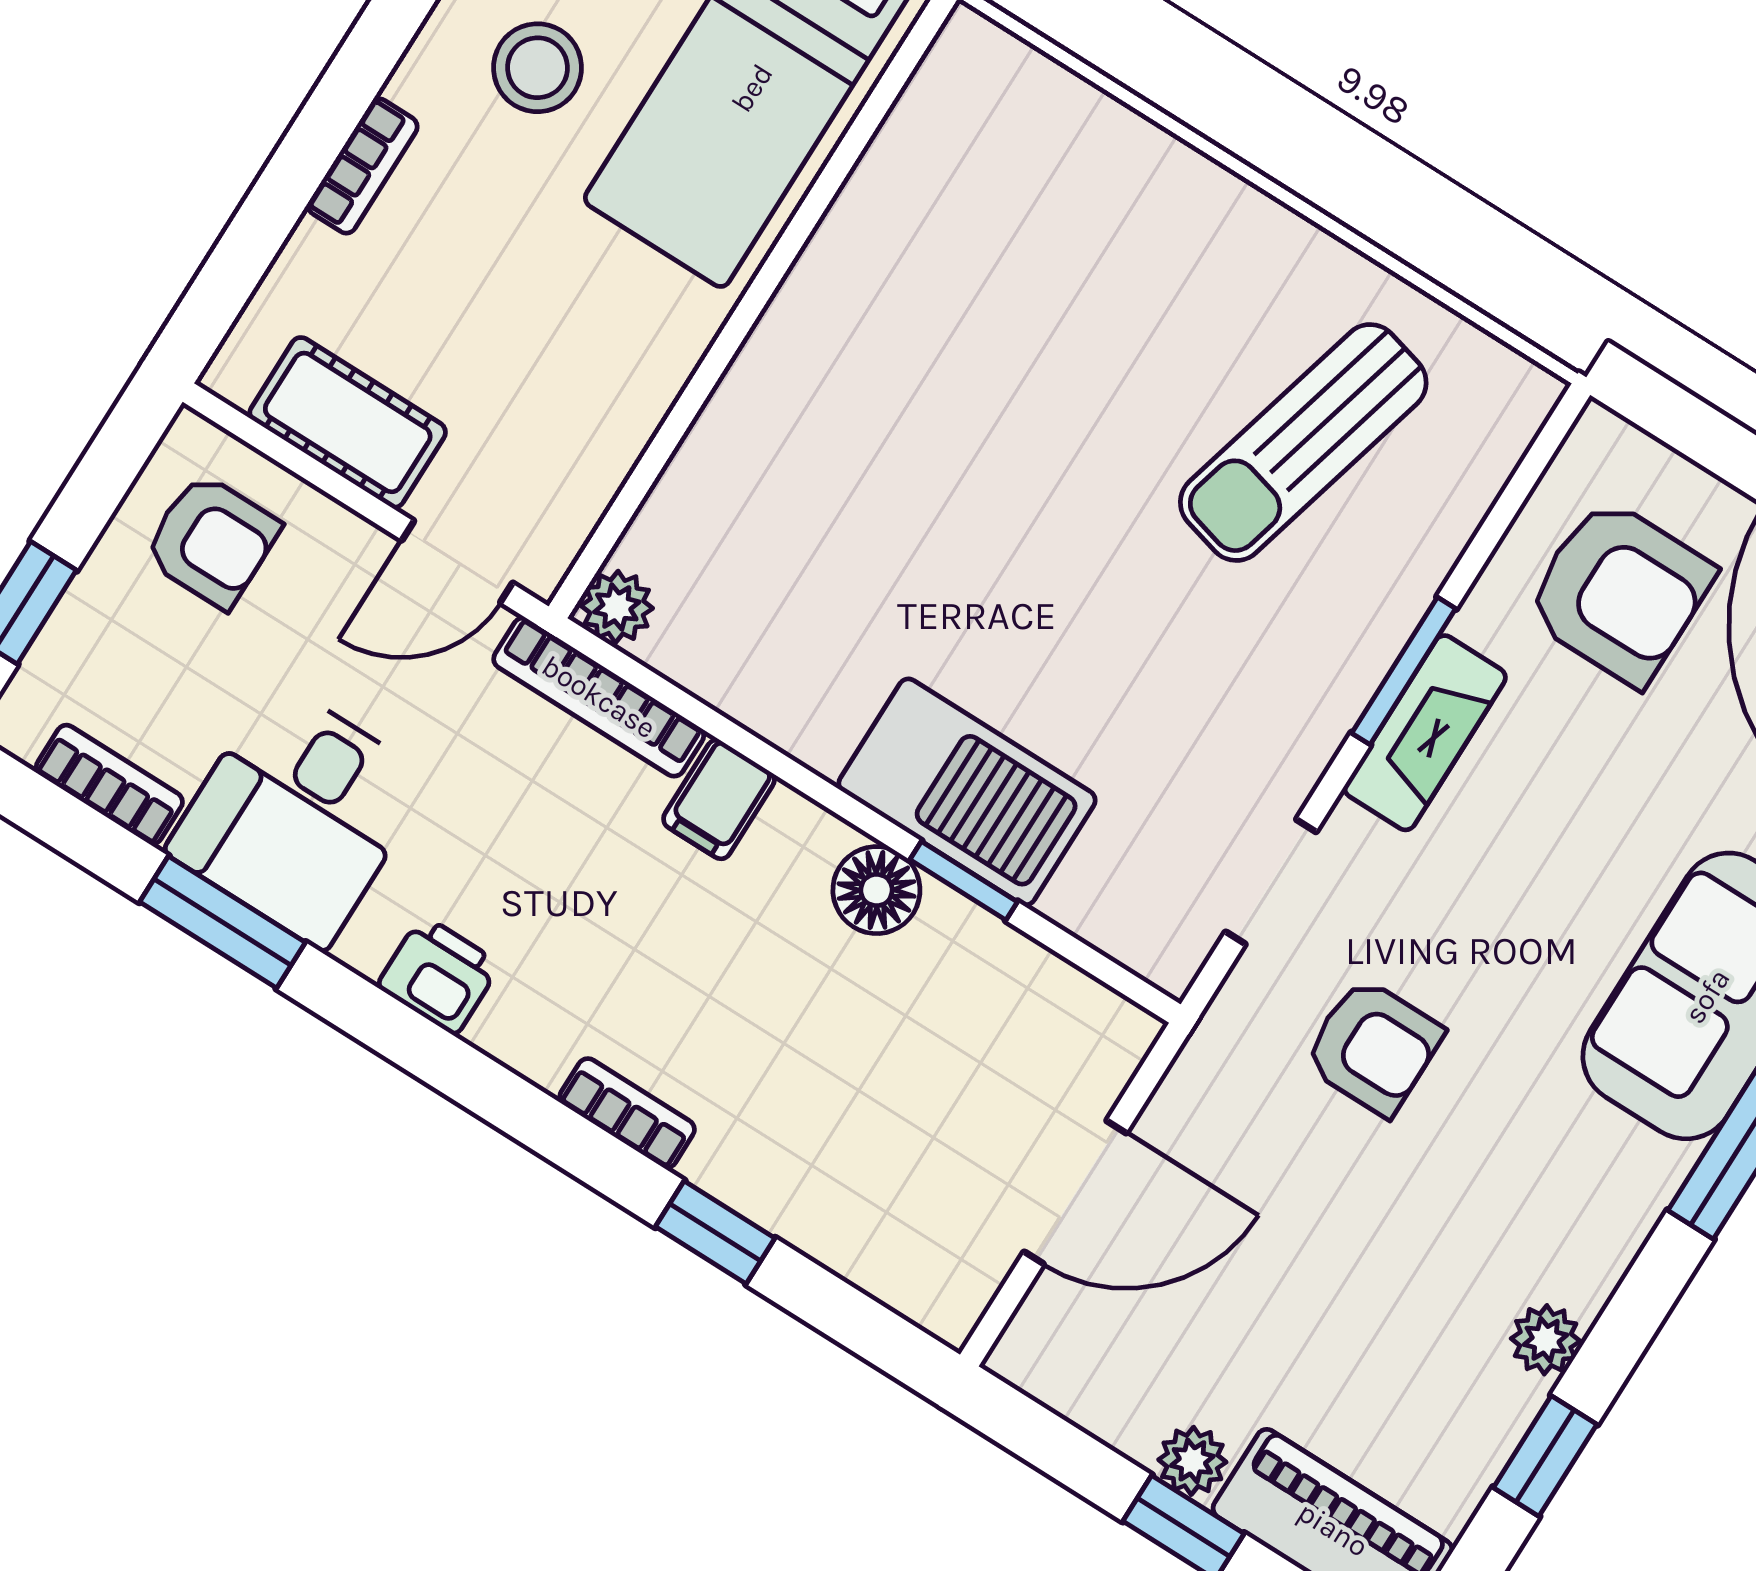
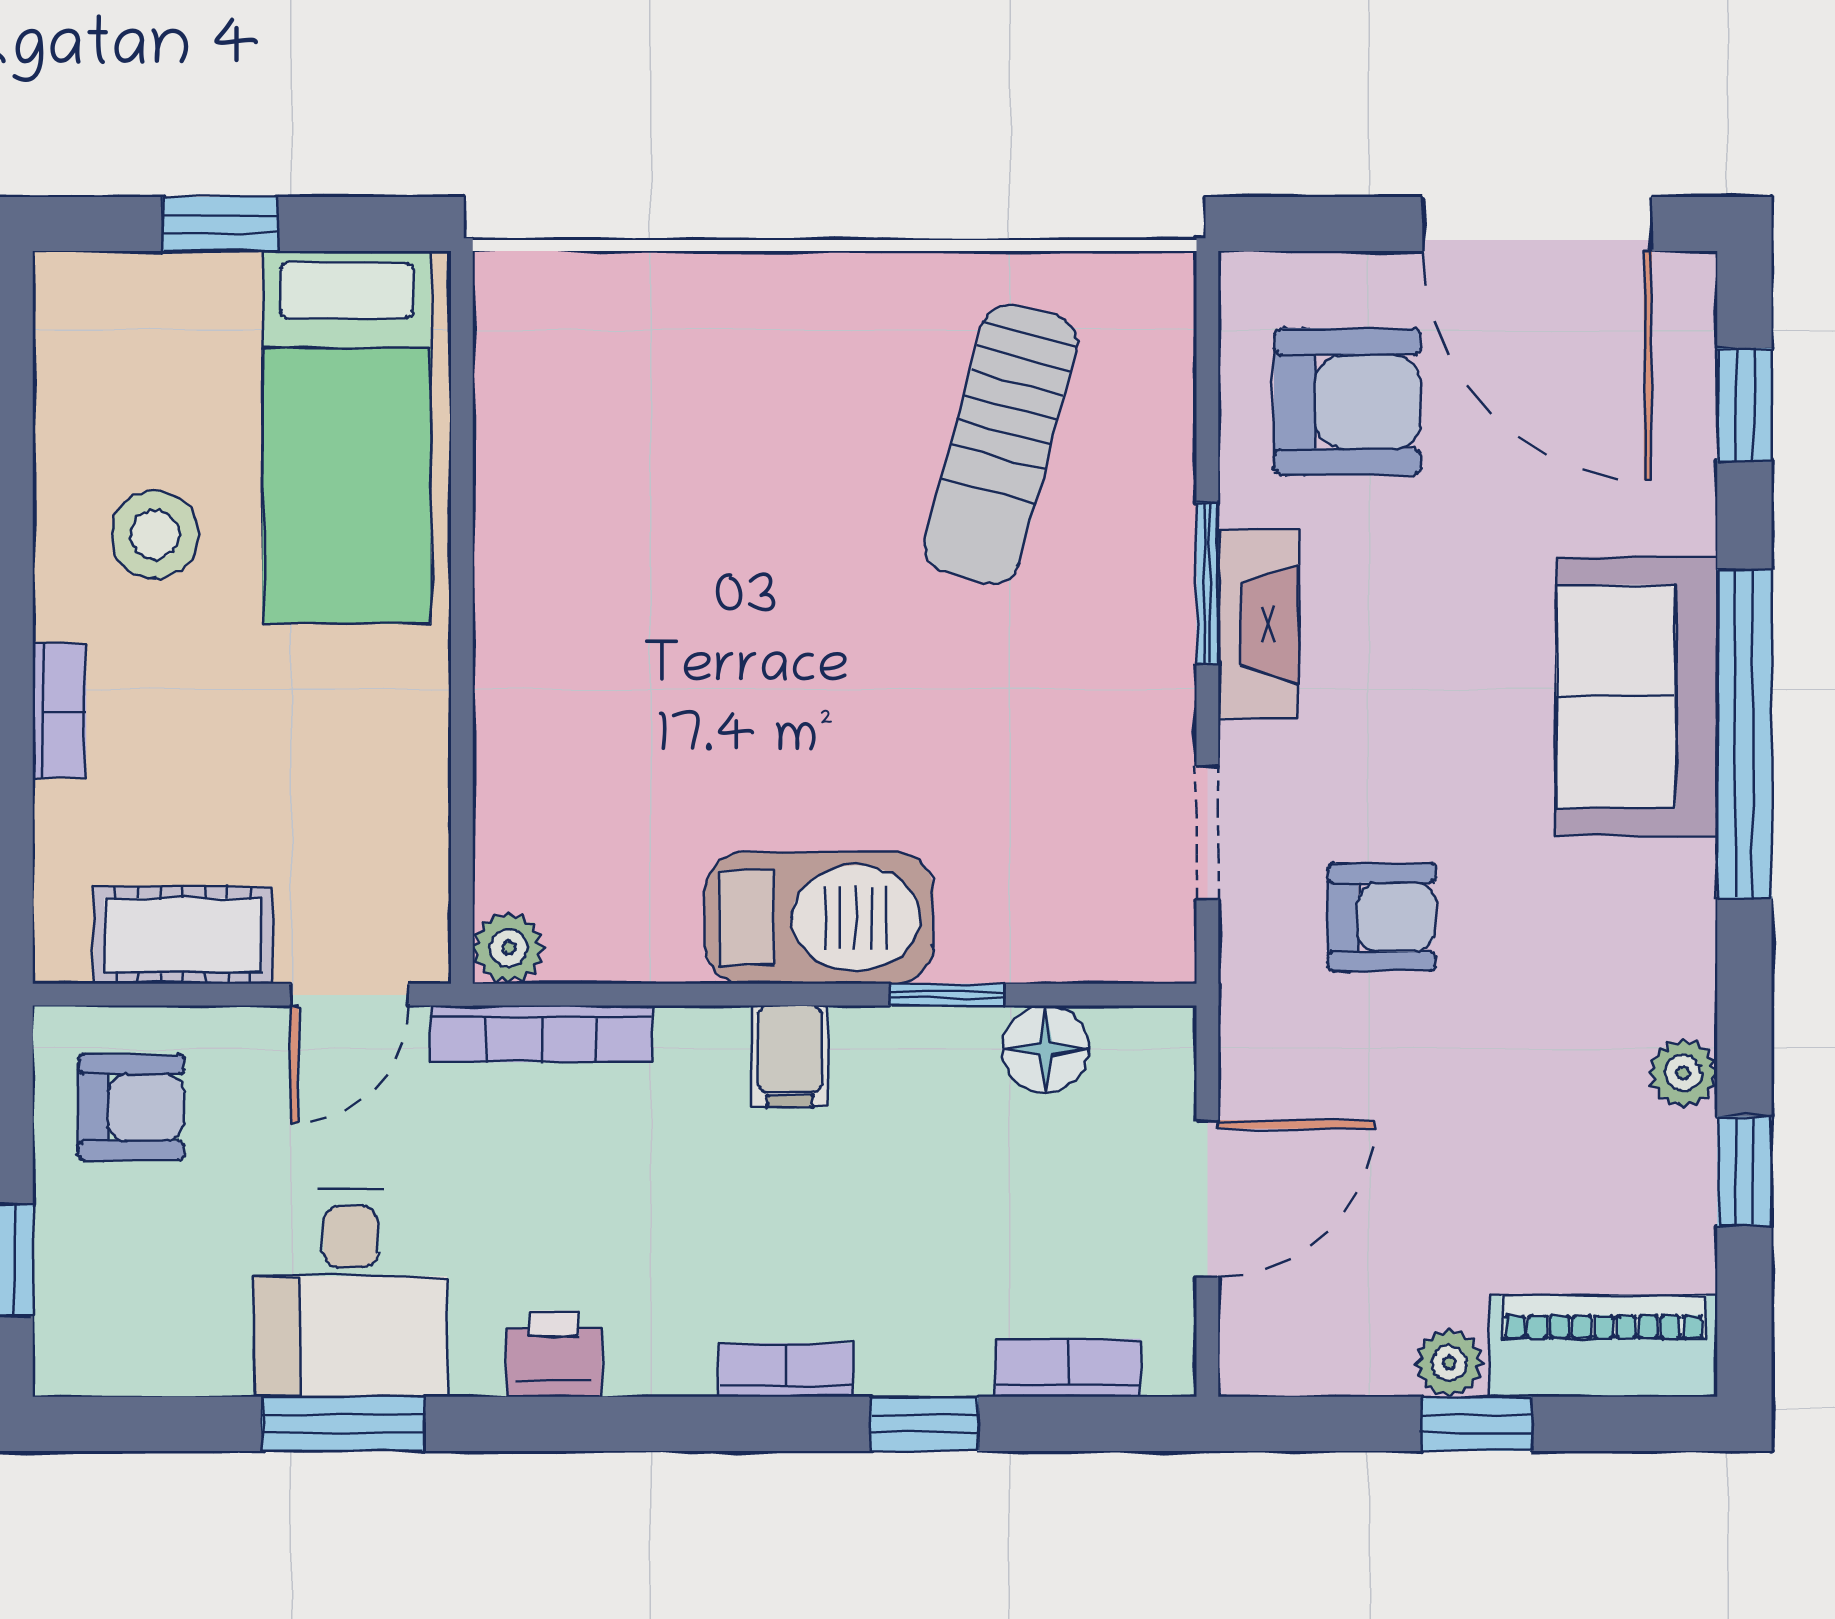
bookcase: (109, 785) -> (1068, 1368), moved
barbecue: (967, 792) -> (819, 918), moved
filing cabinet: (719, 799) -> (790, 1056), moved
floor lamp: (876, 890) -> (1046, 1049), moved

